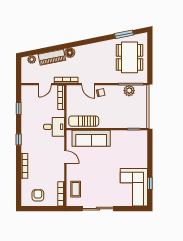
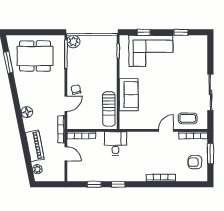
floor lamp: (70, 53) -> (27, 112), moved
plant: (129, 91) -> (73, 42), moved
sofa: (91, 138) -> (129, 95), width x0.73
window: (19, 140) -> (118, 184), moved
window: (150, 151) -> (144, 32), added
door: (65, 157) -> (166, 130), moved
corner sofa: (134, 187) -> (151, 51), moved
window: (45, 209) -> (210, 154), added

